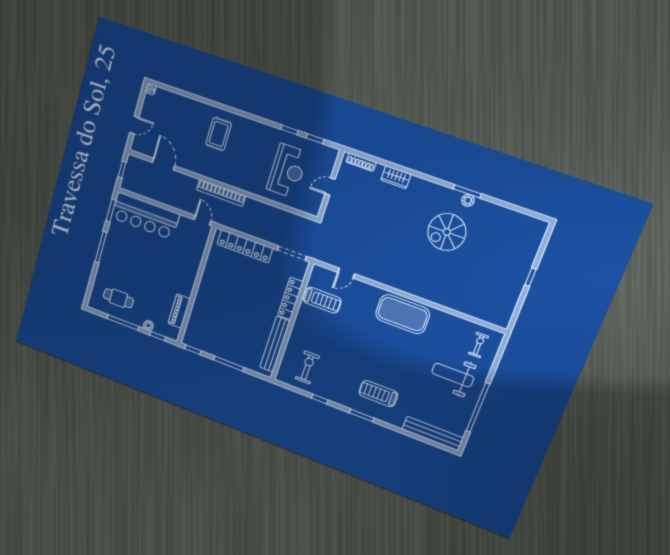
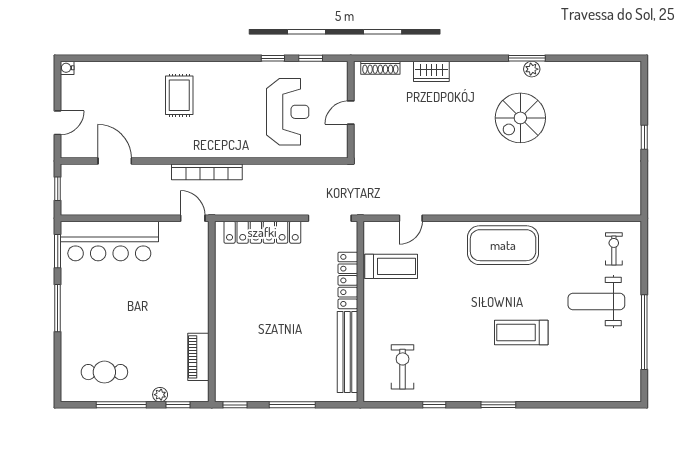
treadmill: (378, 394) -> (521, 332), moved
bench: (432, 433) -> (600, 392), removed

